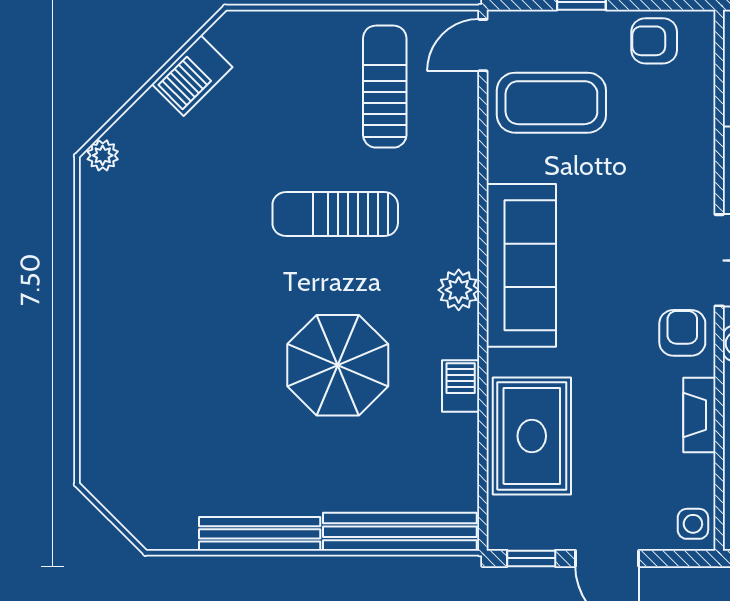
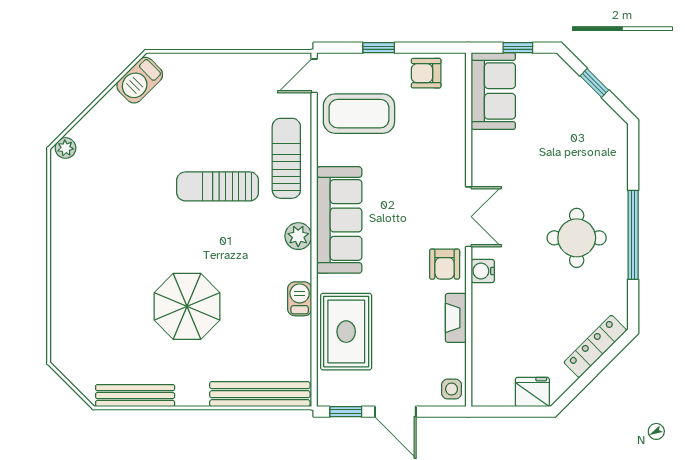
barbecue: (192, 76) -> (140, 80), moved
sun lounger: (385, 87) -> (286, 158), moved
armchair: (682, 333) -> (445, 264), turned 180
parasol: (338, 365) -> (187, 306), moved
bench: (260, 534) -> (135, 396), moved

